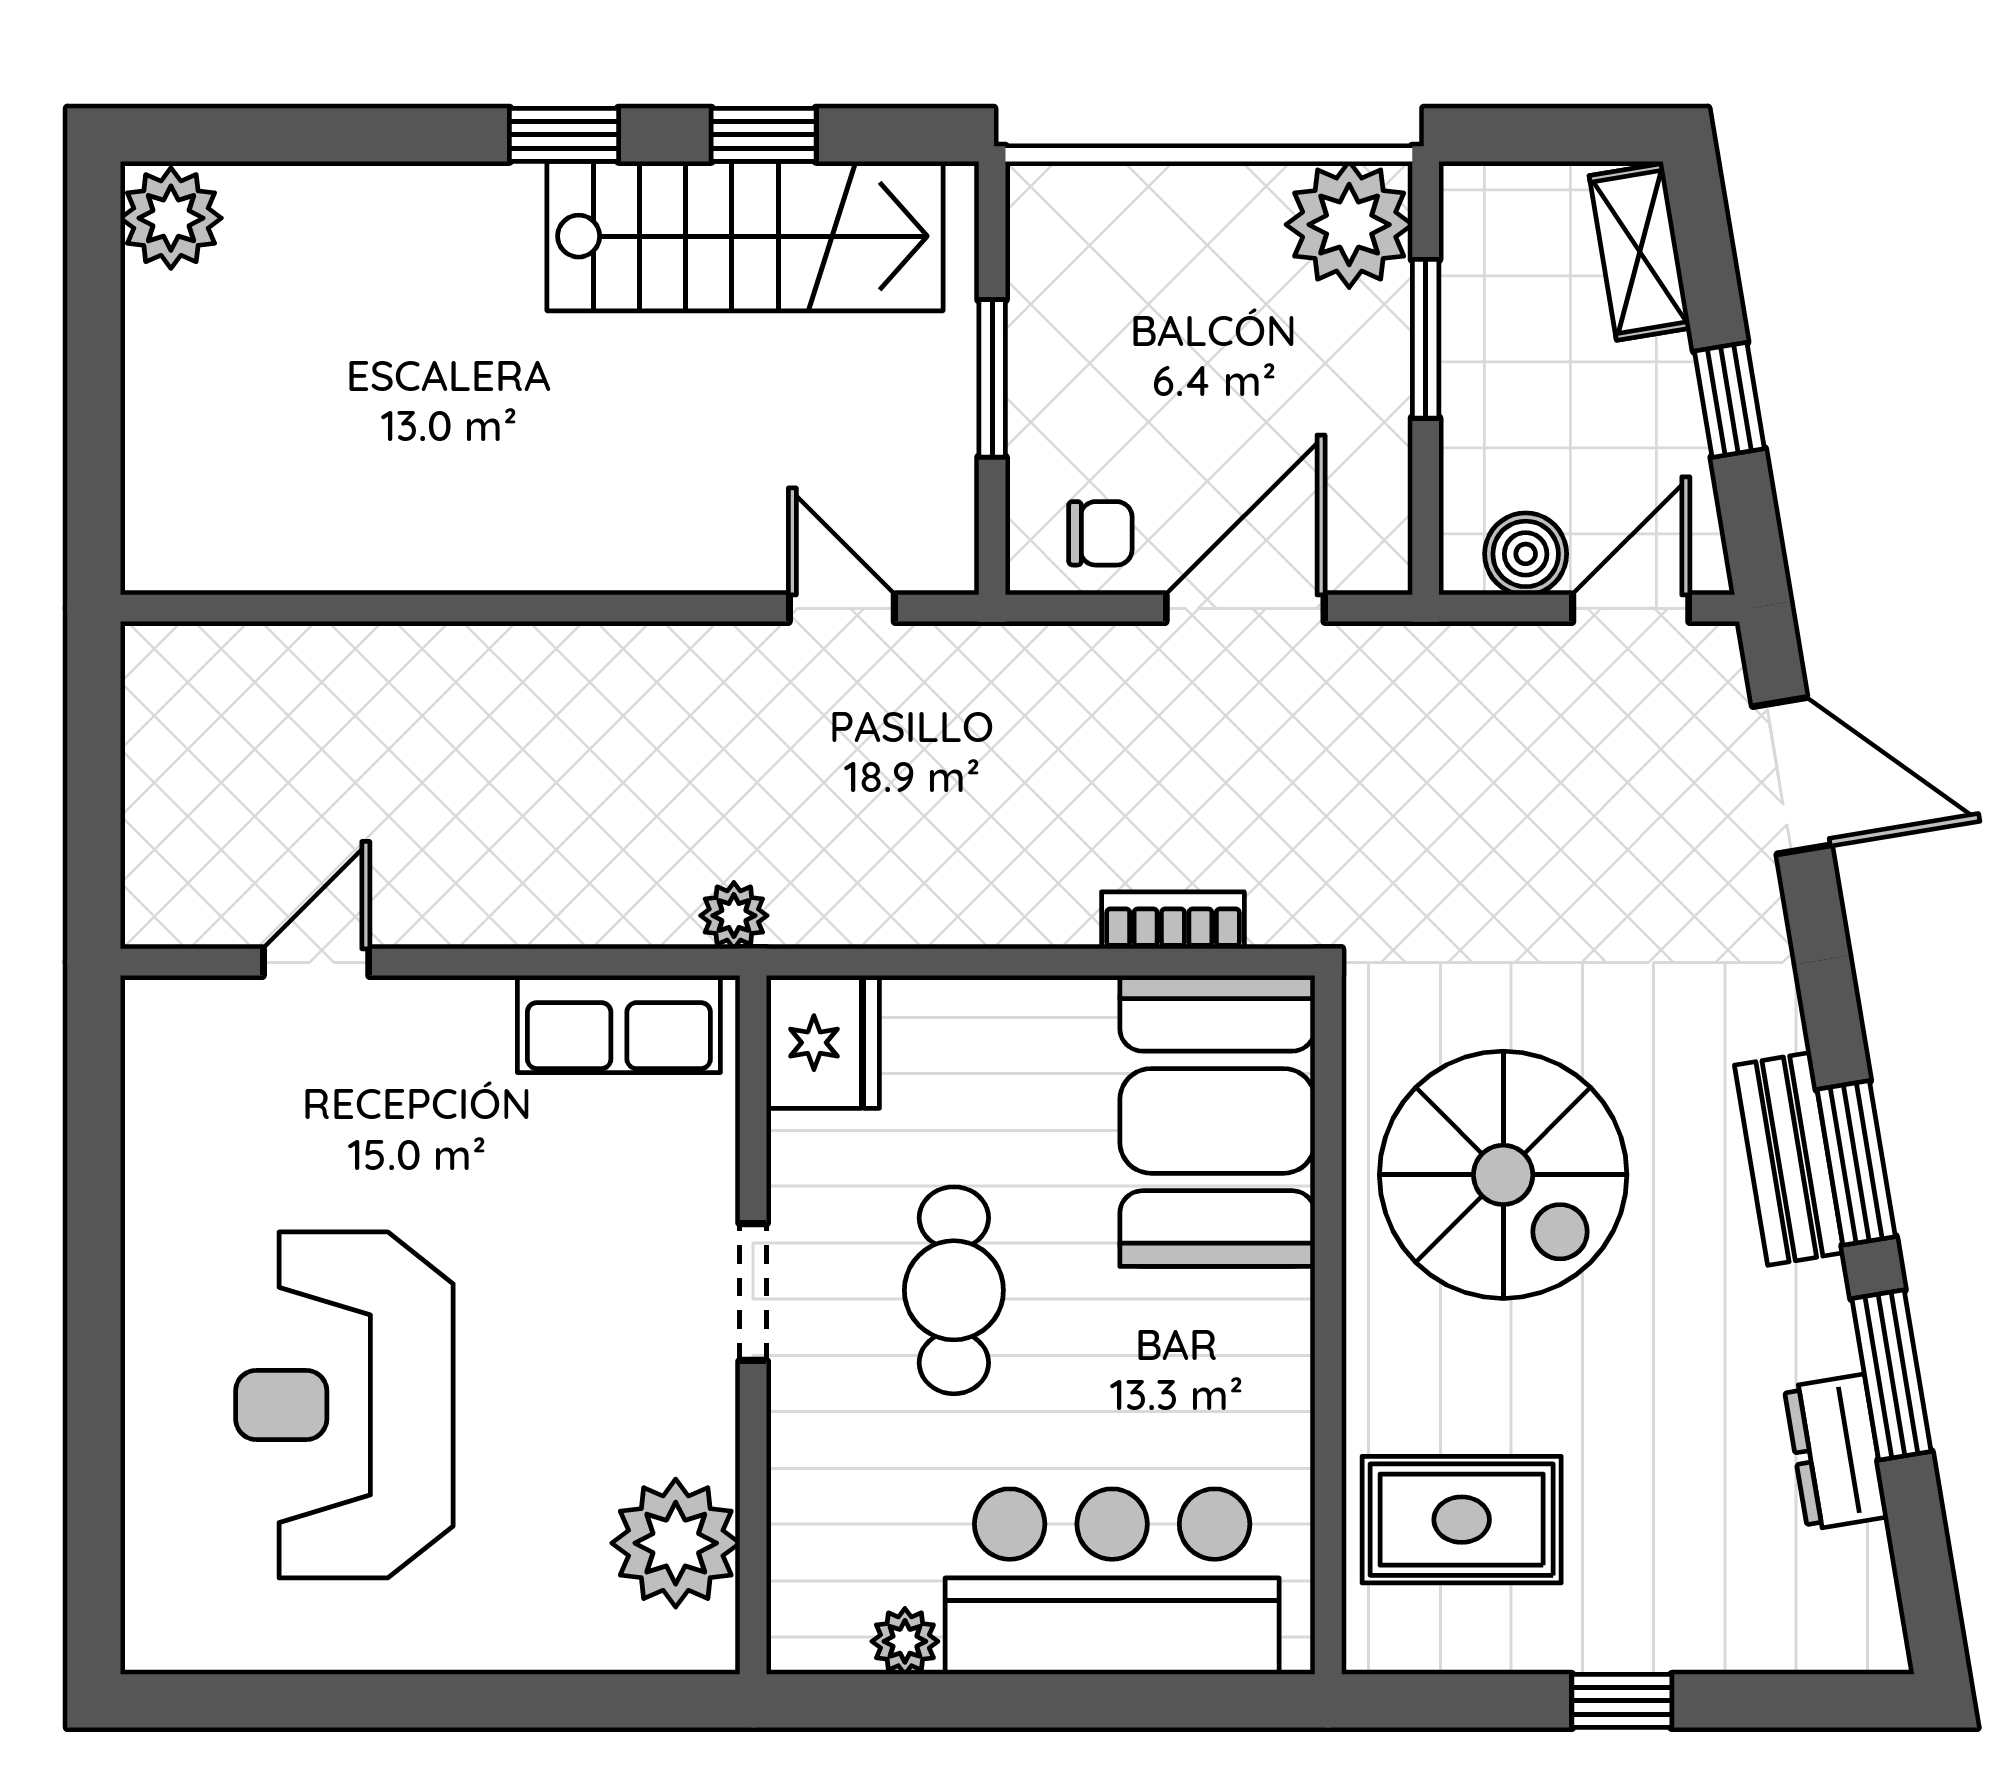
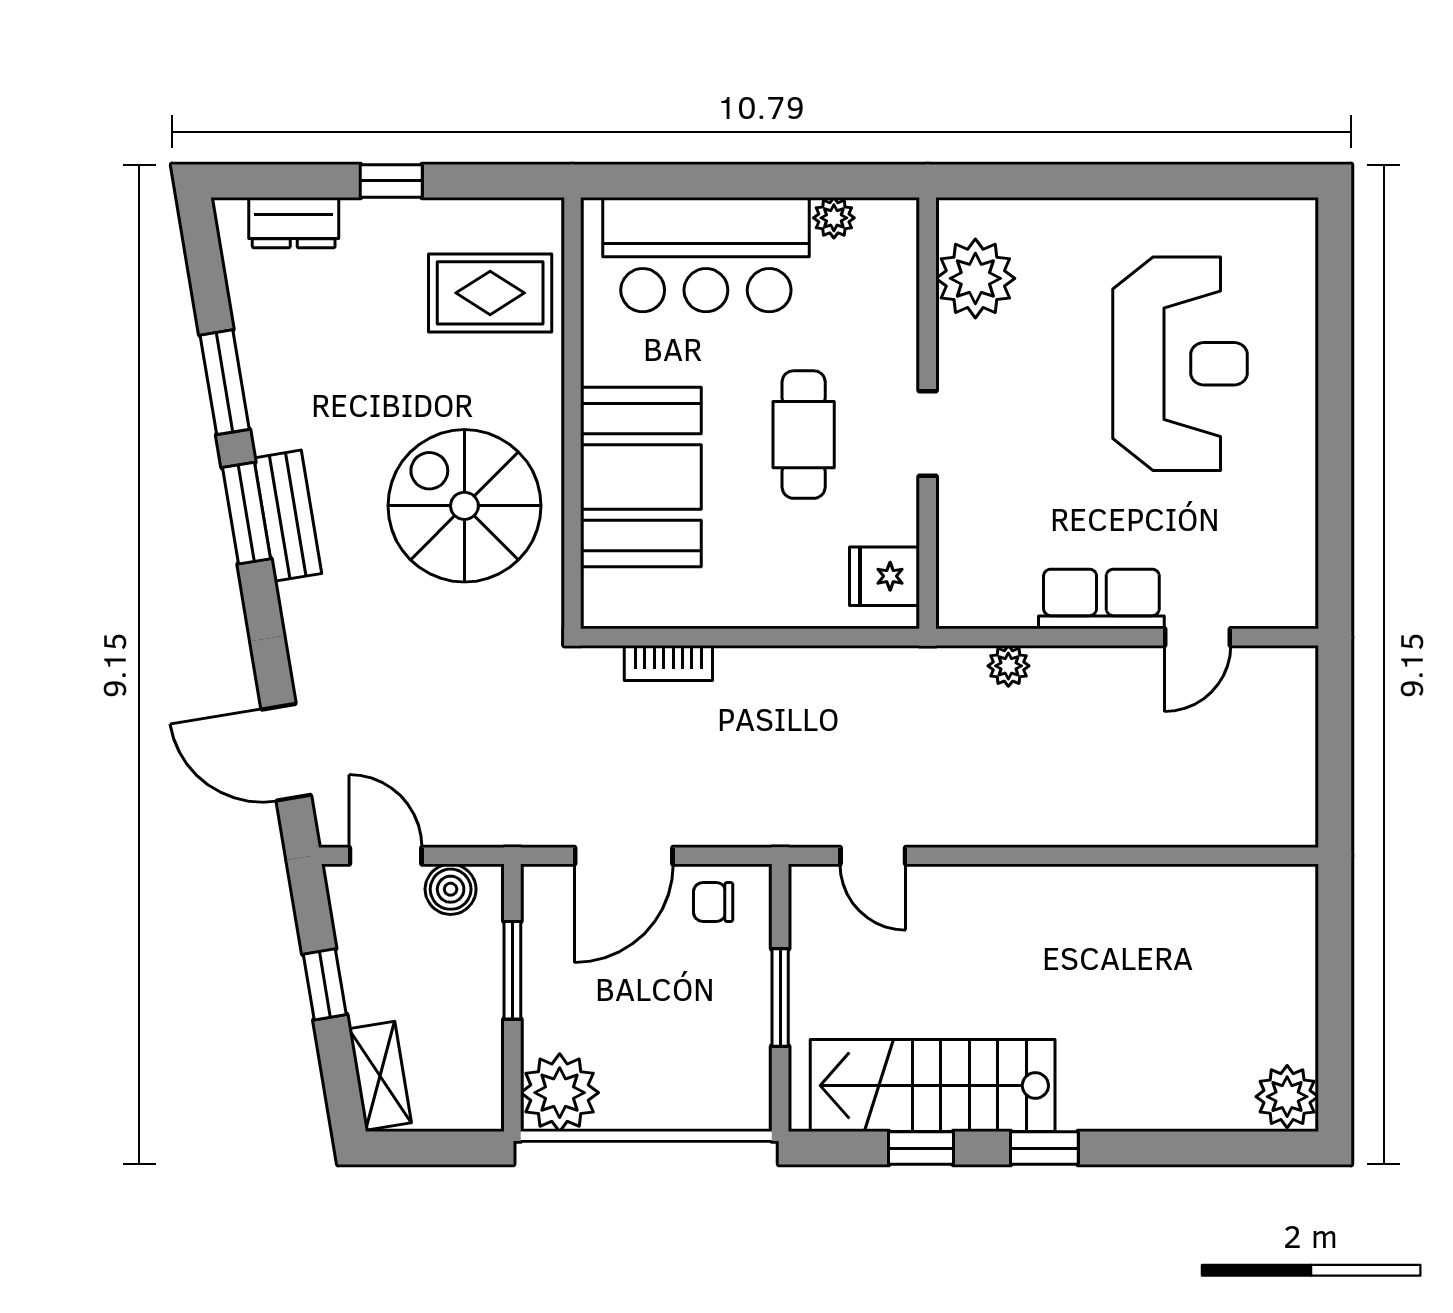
window: (1426, 339) -> (512, 970), moved
door: (1631, 608) -> (386, 856), swing flipped
plant: (734, 916) -> (1008, 666), moved
row of seats: (619, 1024) -> (1101, 599), moved
fridge: (823, 1043) -> (884, 576), width x0.72
booth: (1217, 1121) -> (641, 477), moved
dresser: (1836, 1452) -> (294, 223), moved, turned 99

